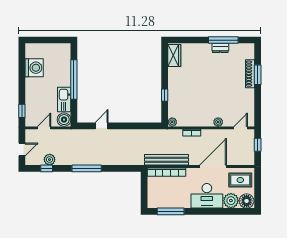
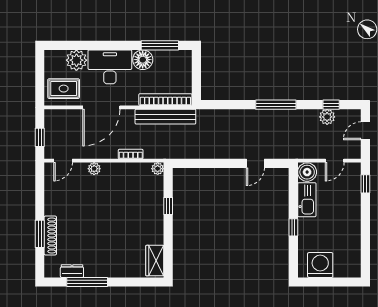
dresser: (220, 48) -> (72, 271), moved
washing machine: (34, 68) -> (320, 265), moved, turned 90
window: (74, 80) -> (293, 227), width x0.32
floor lamp: (247, 201) -> (143, 60), moved

